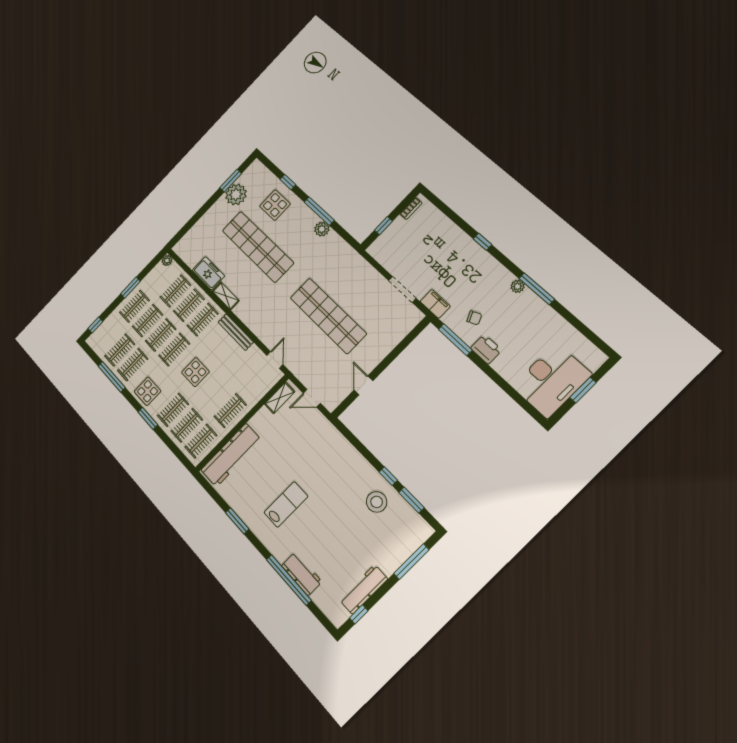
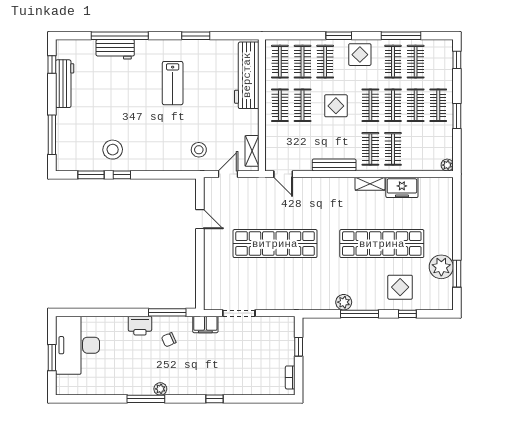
clothes rail: (175, 291) -> (303, 105), moved
stool: (315, 437) -> (199, 150), added

